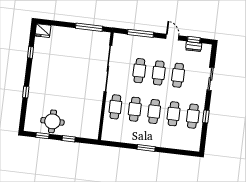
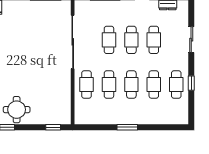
window: (69, 139) -> (53, 127), moved

